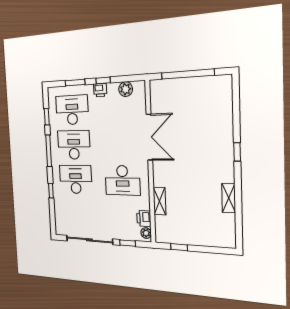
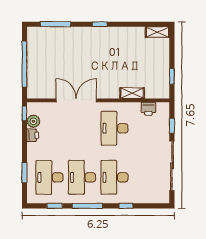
window: (103, 80) -> (24, 113), moved
printer: (100, 90) -> (33, 135), moved
window: (236, 110) -> (55, 24), added
window: (237, 152) -> (100, 24), moved
desk: (122, 180) -> (114, 128), turned 180
shelving: (229, 198) -> (157, 32), moved
plant: (146, 233) -> (161, 107), removed

